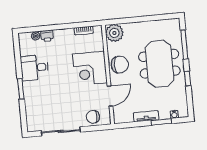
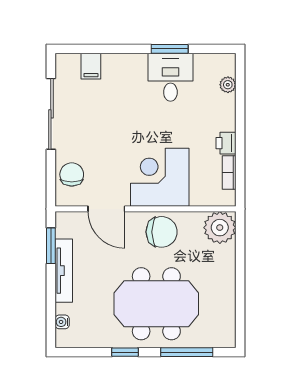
printer: (47, 36) -> (226, 143), moved
chair: (120, 65) -> (162, 232), turned -90
window: (21, 89) -> (170, 49), moved
filing cabinet: (32, 112) -> (91, 66), added
tv unit: (146, 116) -> (64, 271), width x1.41
window: (161, 122) -> (51, 246), moved

